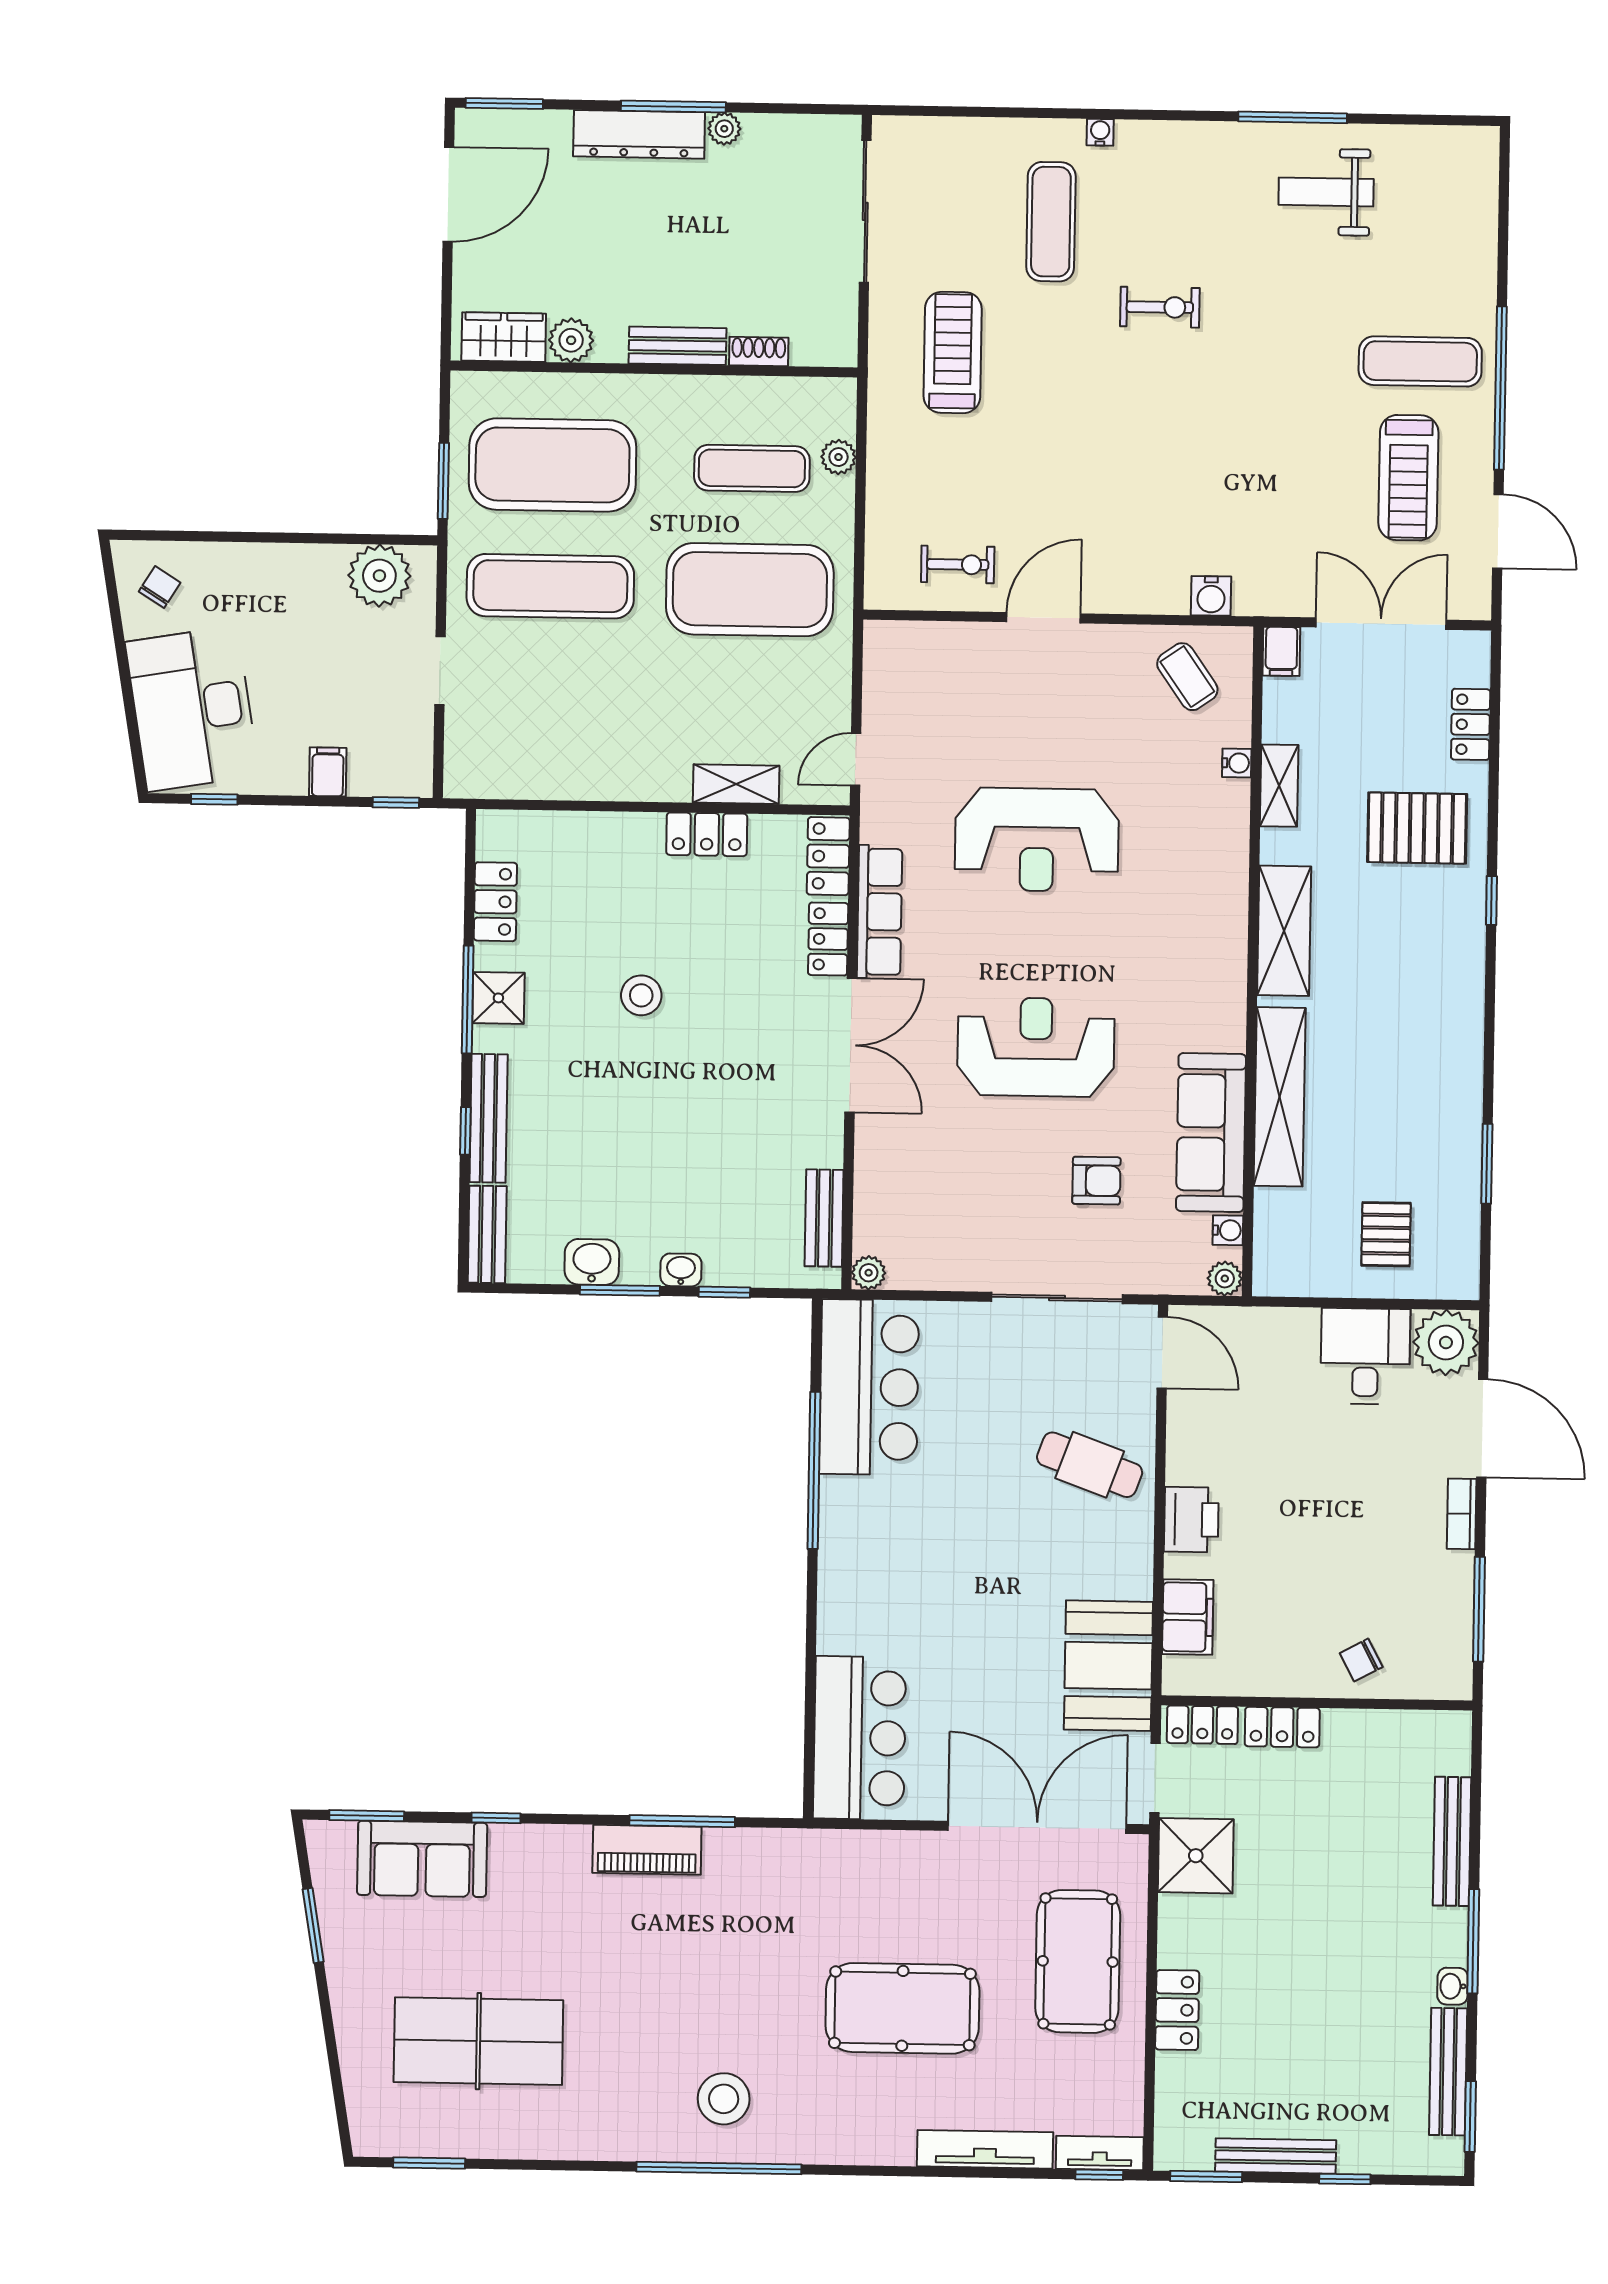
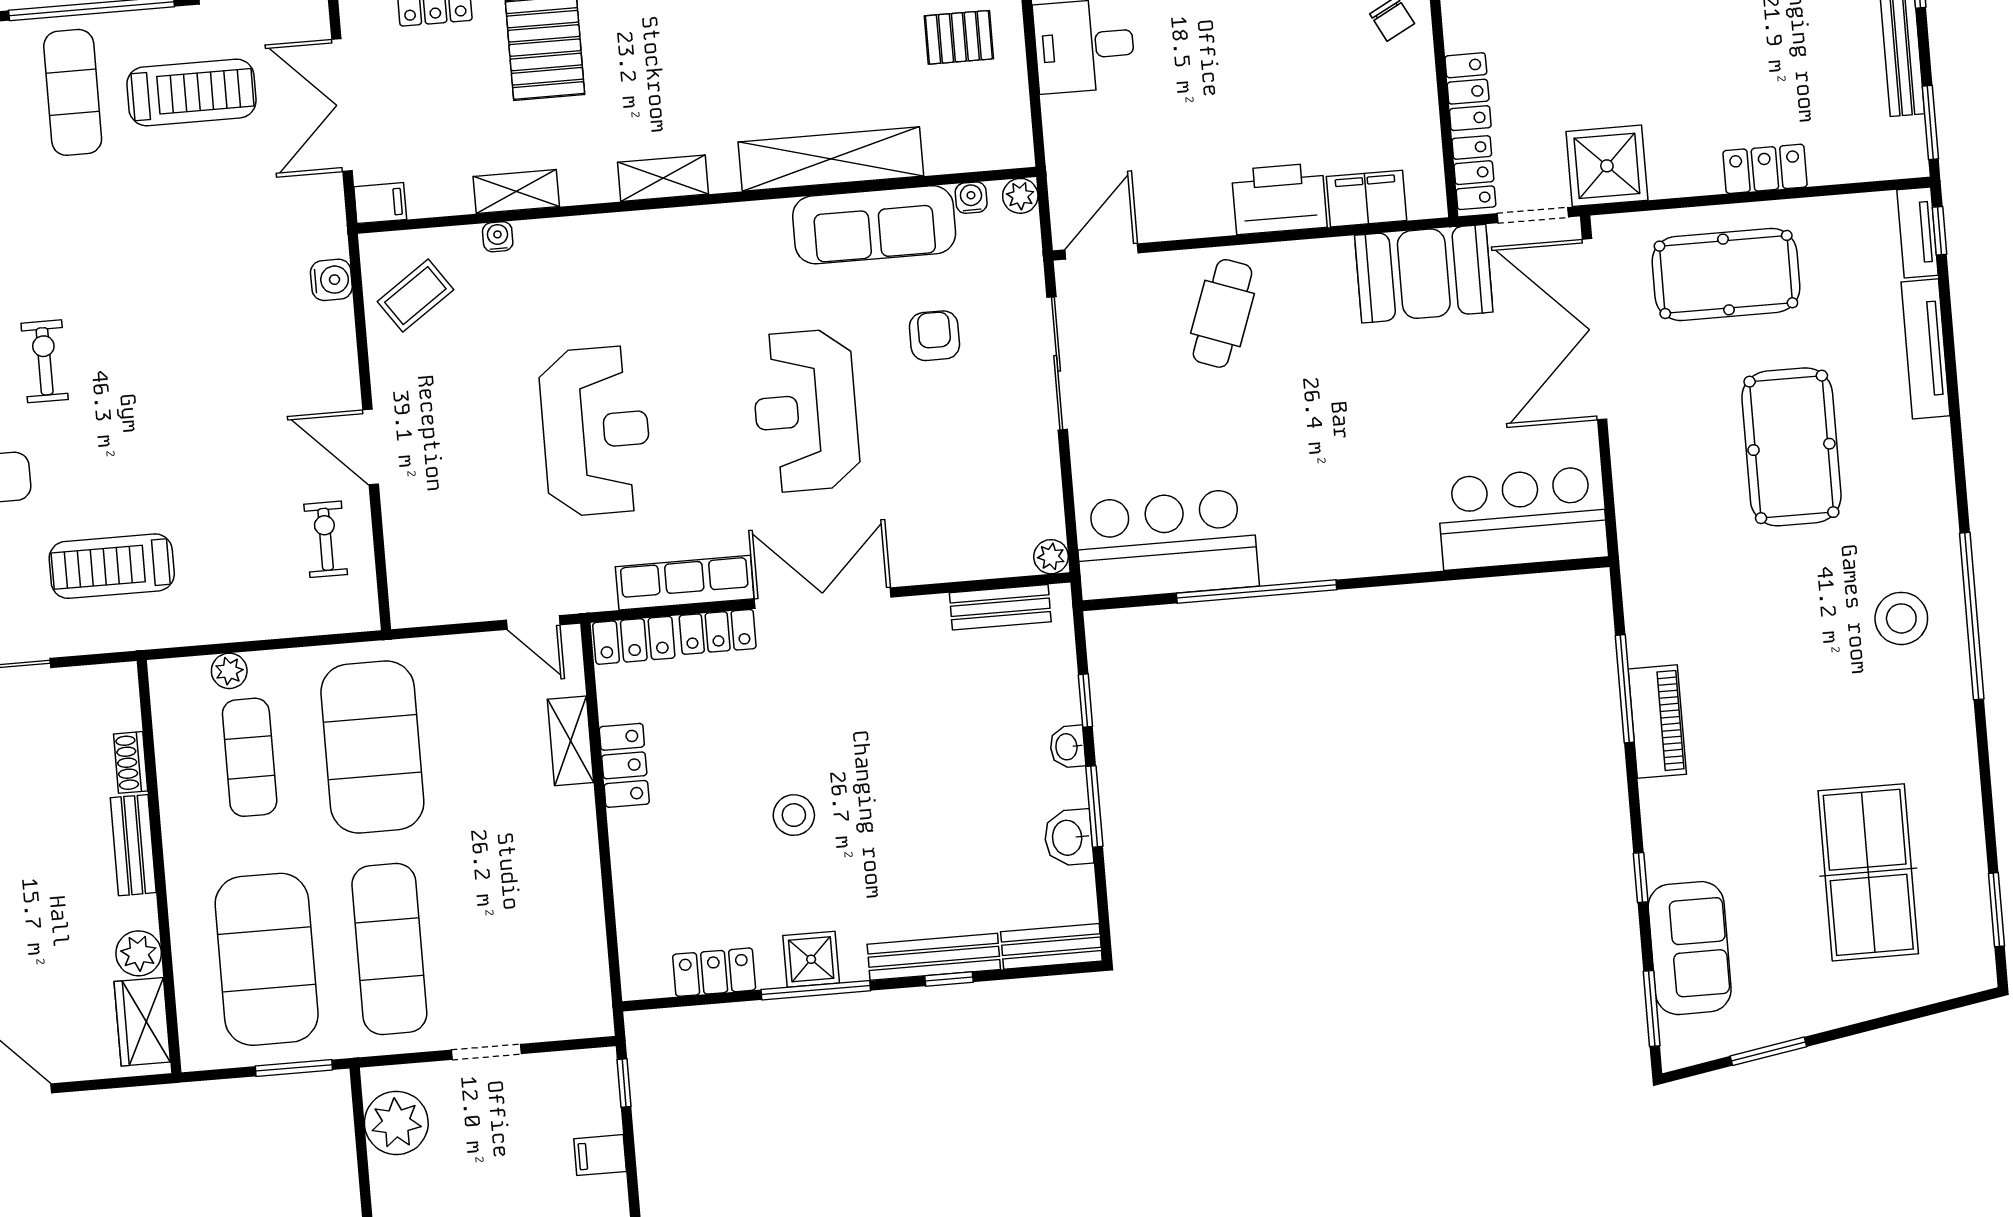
shelving: (1284, 931) -> (663, 178), width x0.67, depth x0.75
printer: (1191, 1519) -> (1279, 199), width x1.37, depth x1.19

